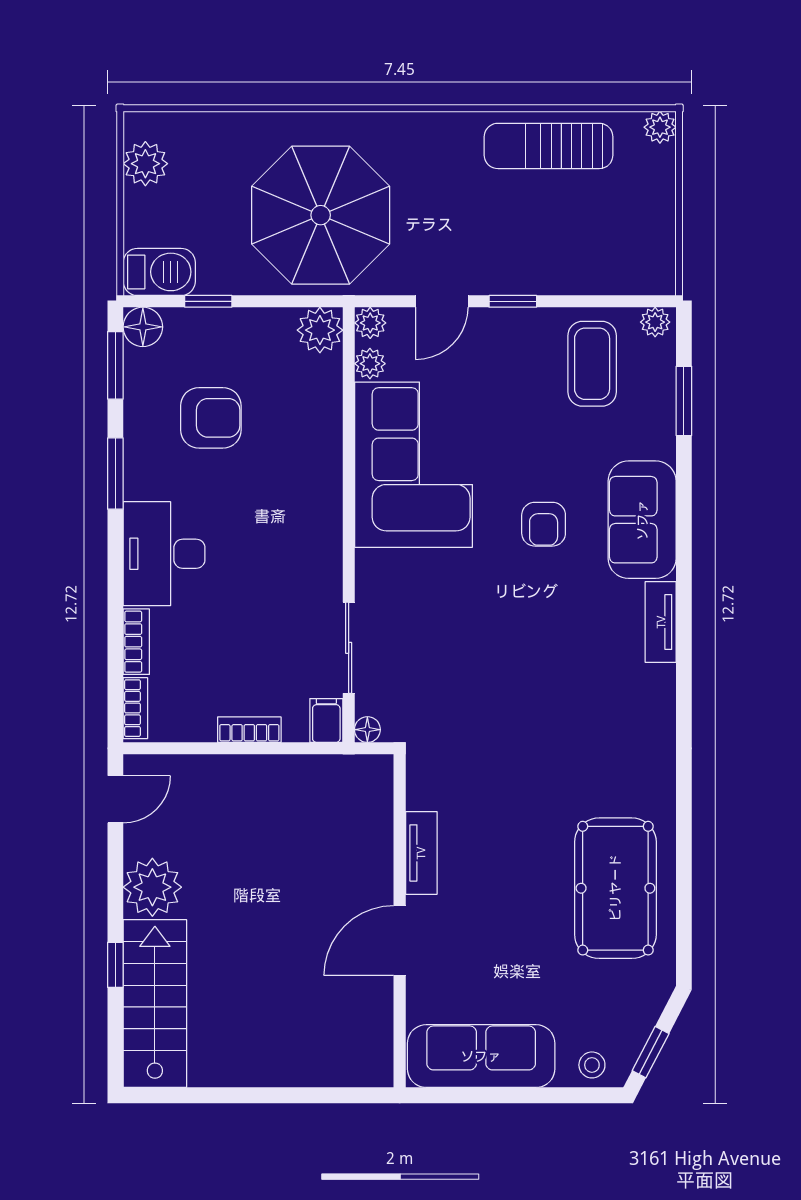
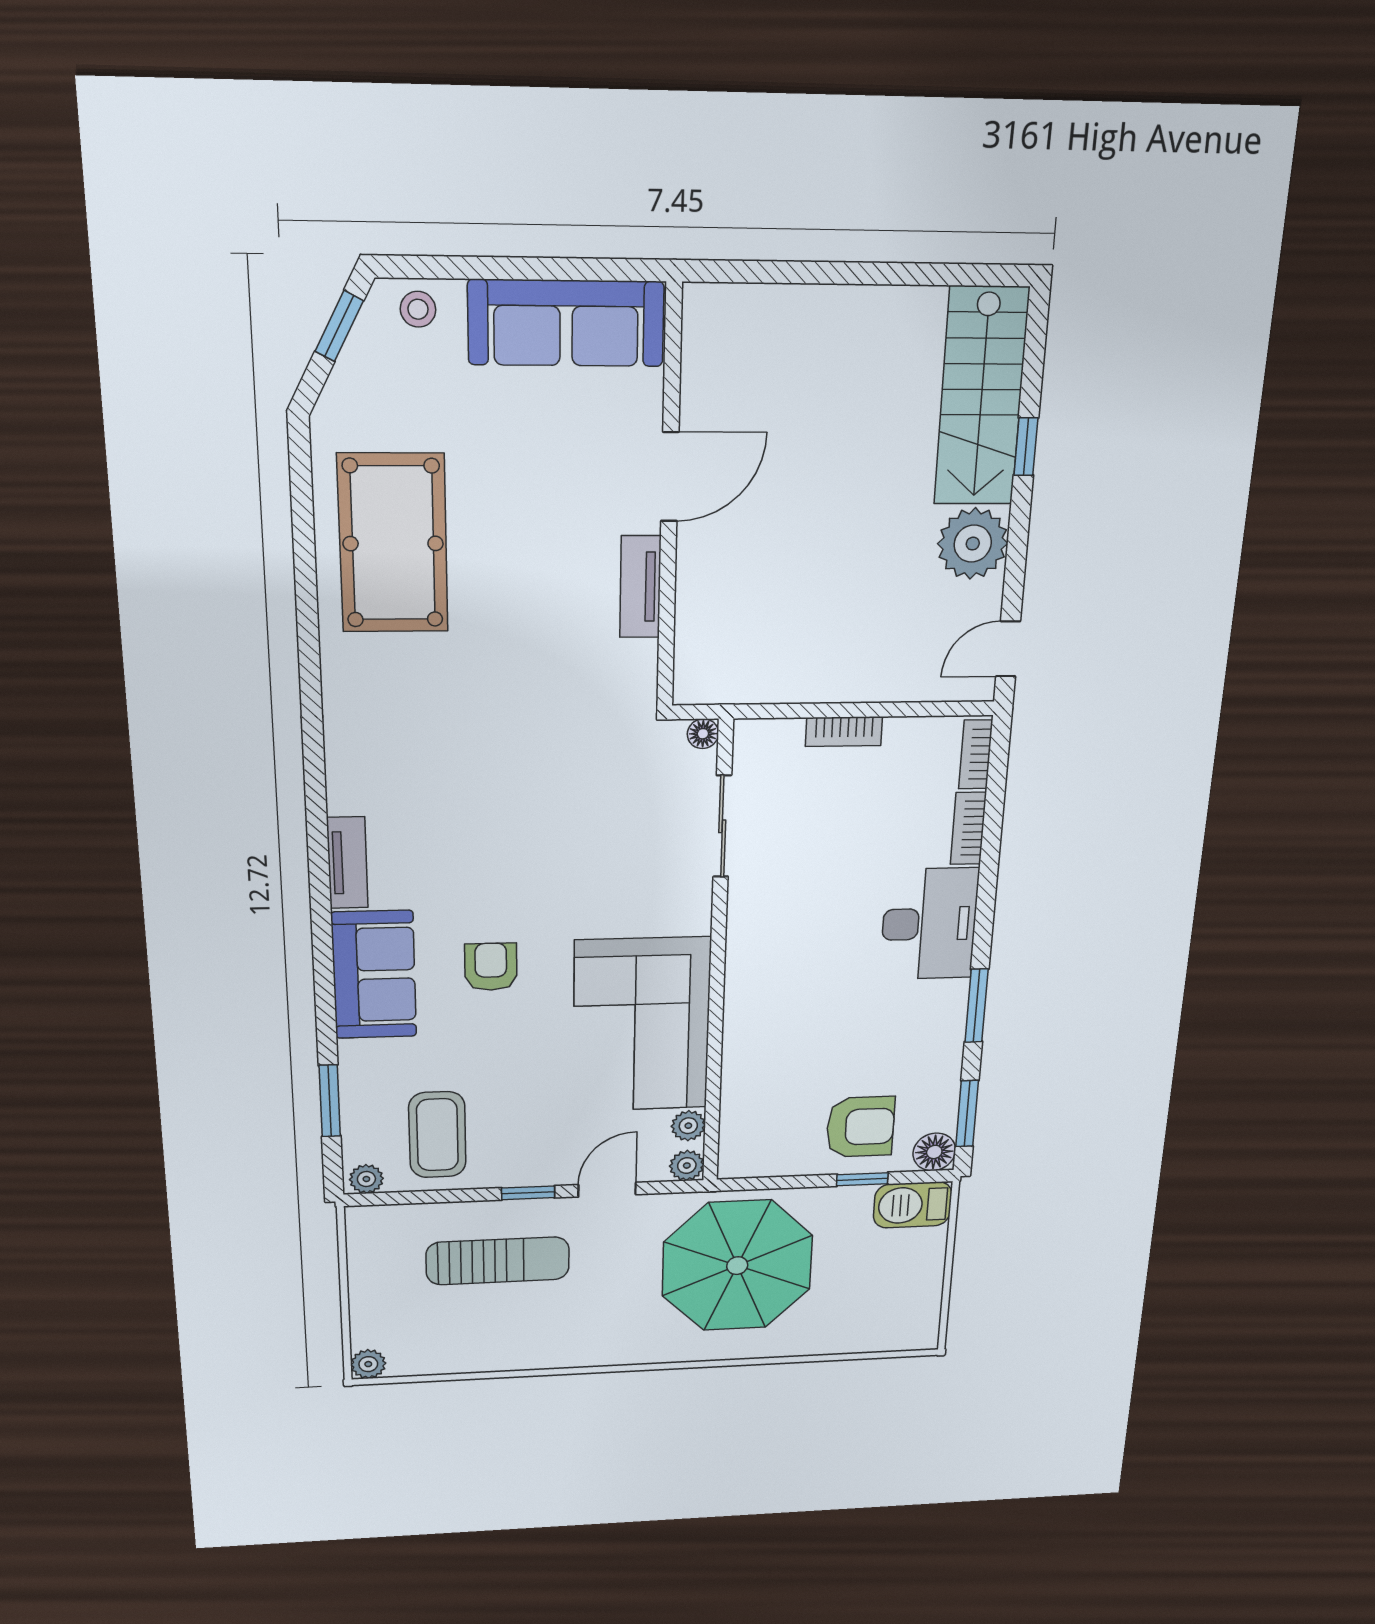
sun lounger: (549, 146) -> (498, 1261), moved
plant: (145, 164) -> (919, 1304), removed
plant: (320, 330) -> (742, 1156), removed
armchair: (211, 418) -> (860, 1127), moved, turned 180
filing cabinet: (326, 720) -> (752, 743), removed

